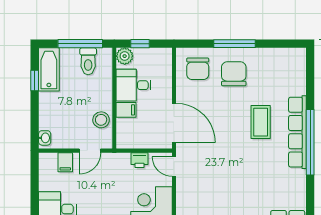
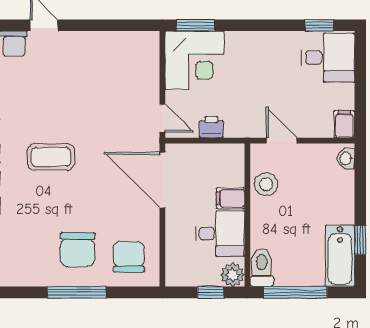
toilet: (88, 61) -> (262, 267), moved
coffee table: (261, 122) -> (51, 157), moved, turned 90
door: (90, 151) -> (282, 141), hinge flipped
filing cabinet: (65, 162) -> (344, 124), moved

